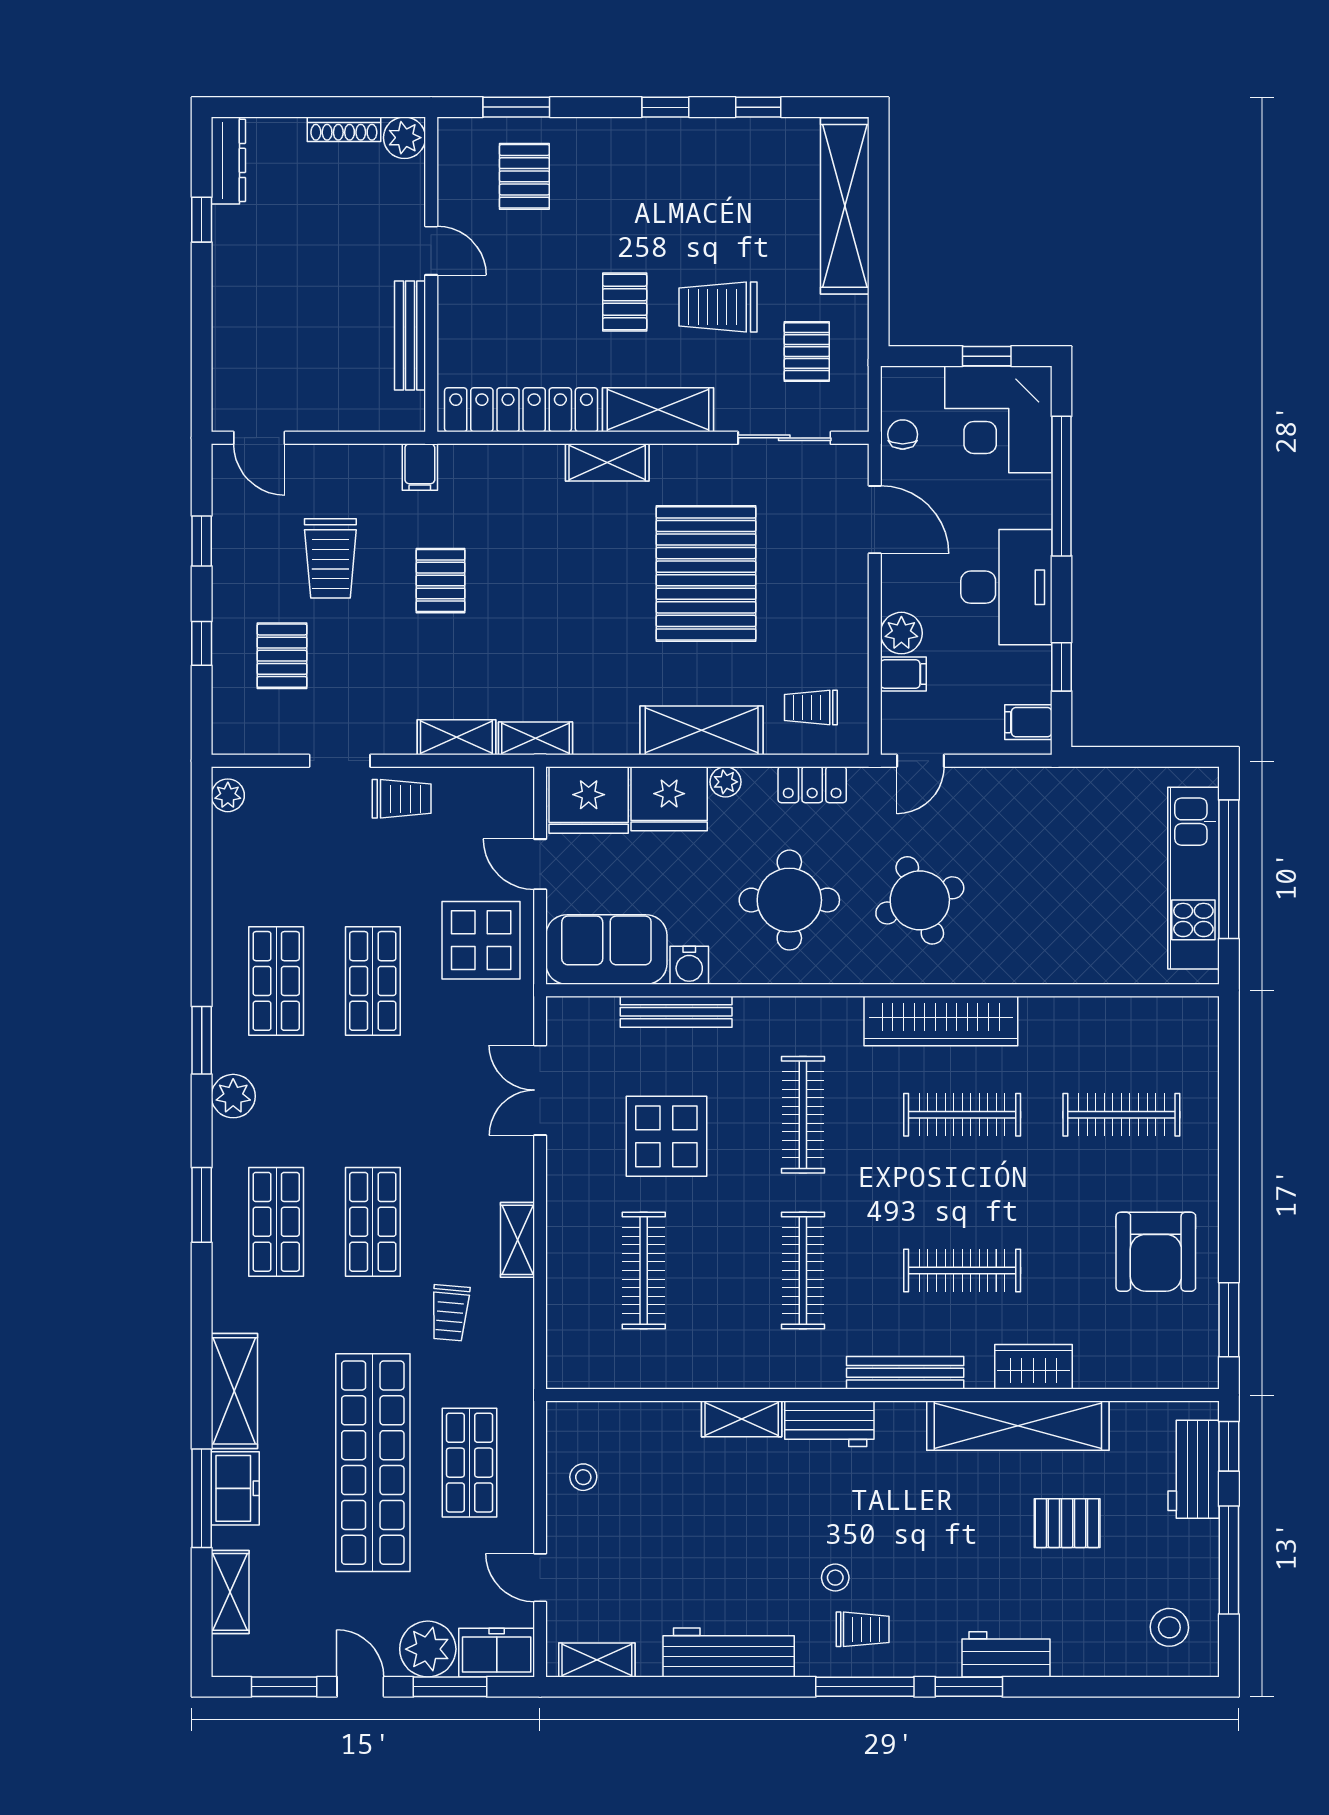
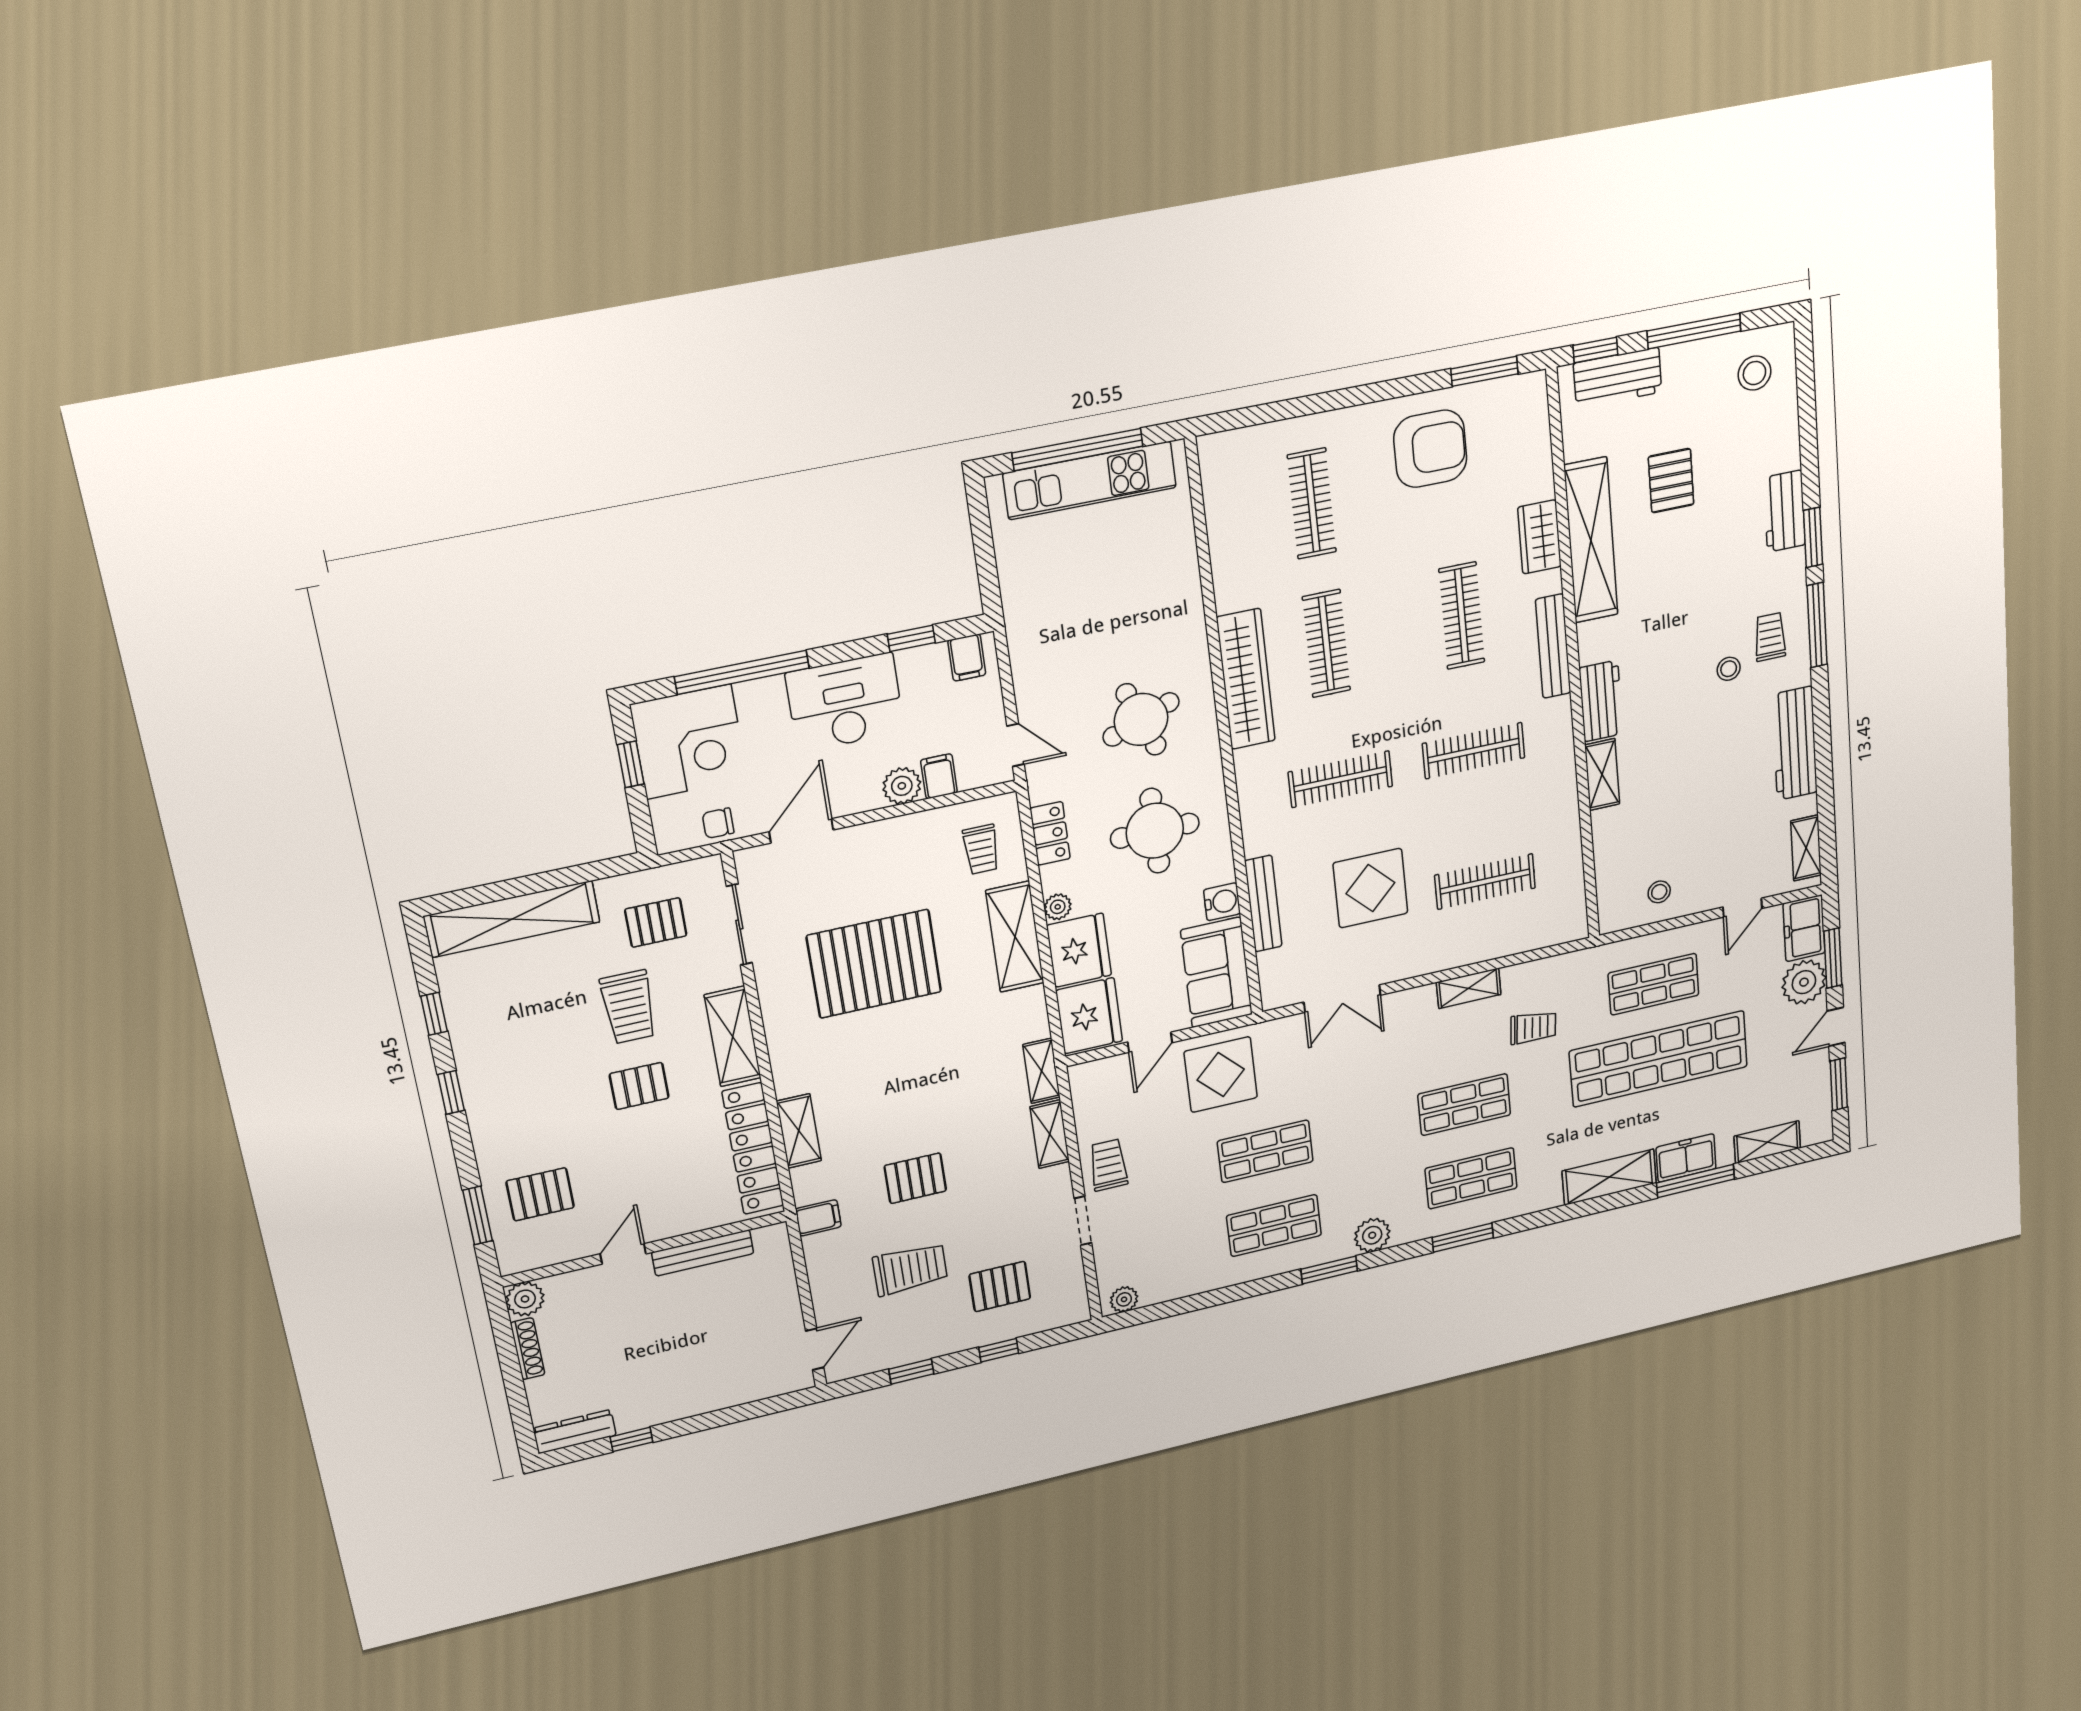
shelving: (607, 462) -> (799, 1131), moved

